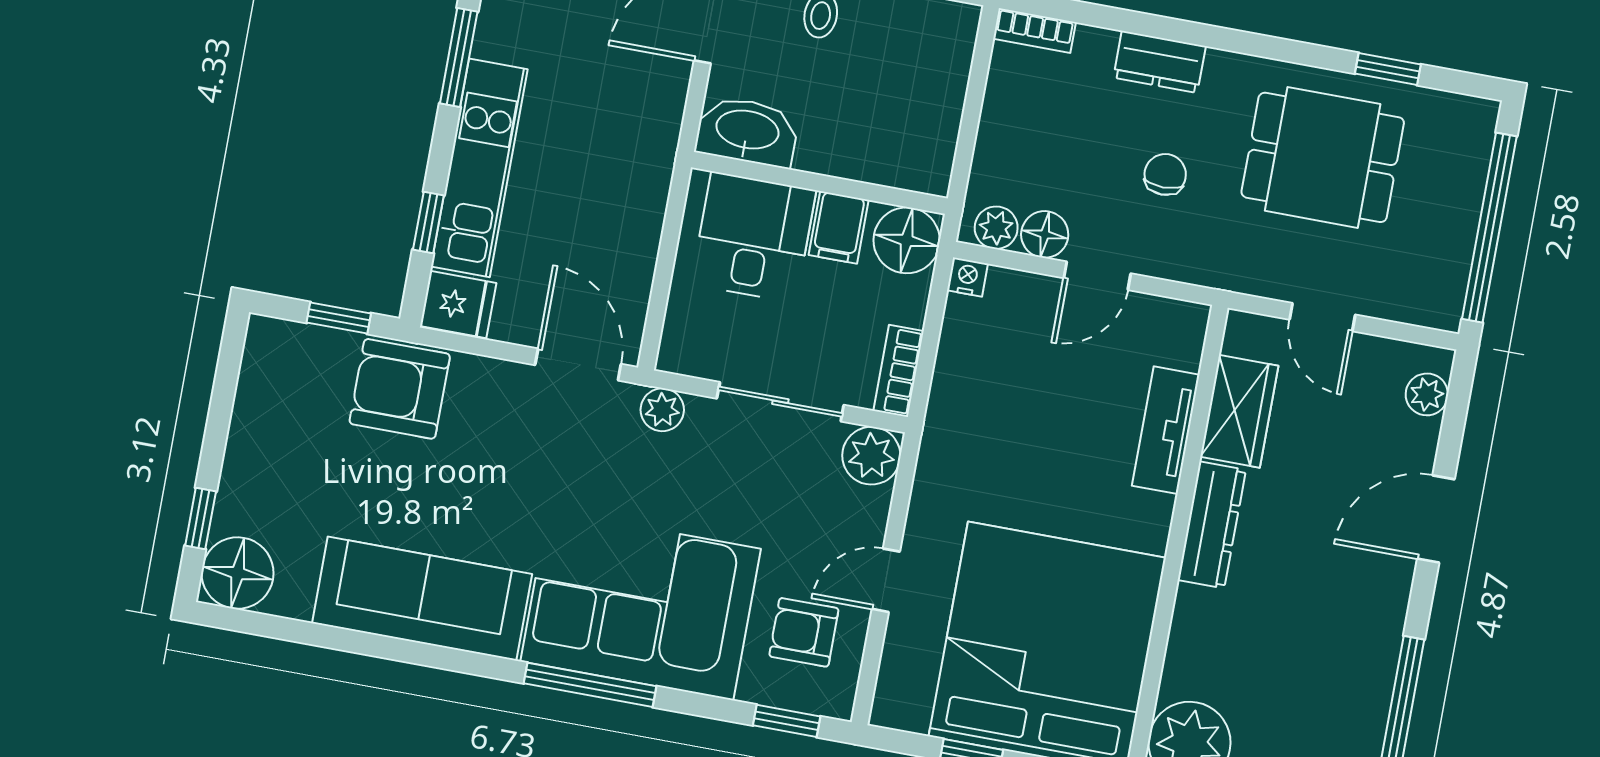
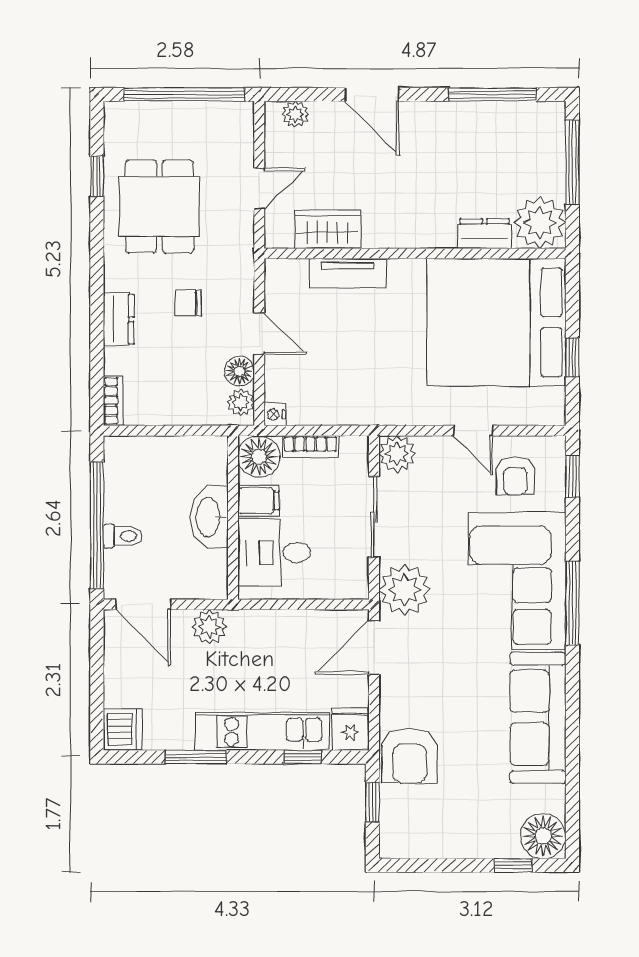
plant: (657, 115) -> (209, 627), added
washbasin: (747, 131) -> (209, 517), moved
bookcase: (899, 371) -> (310, 447), moved
plant: (662, 410) -> (405, 590), width x1.87, depth x1.87
dresser: (1212, 525) -> (485, 234), moved, width x0.70

